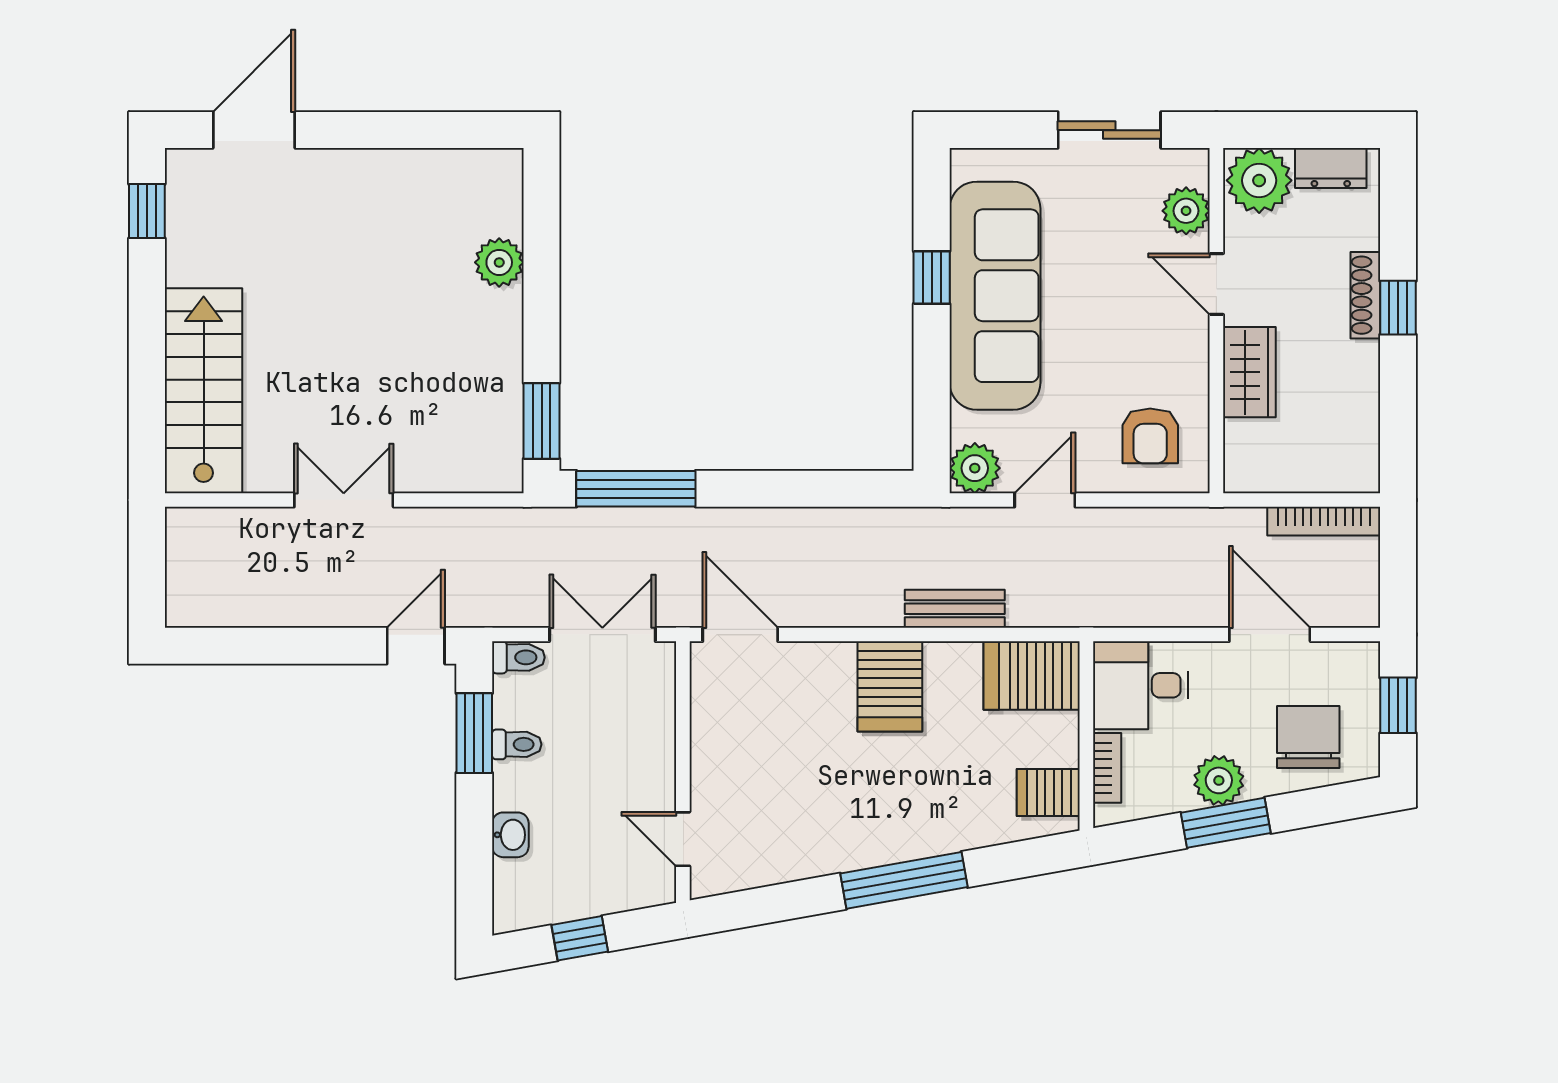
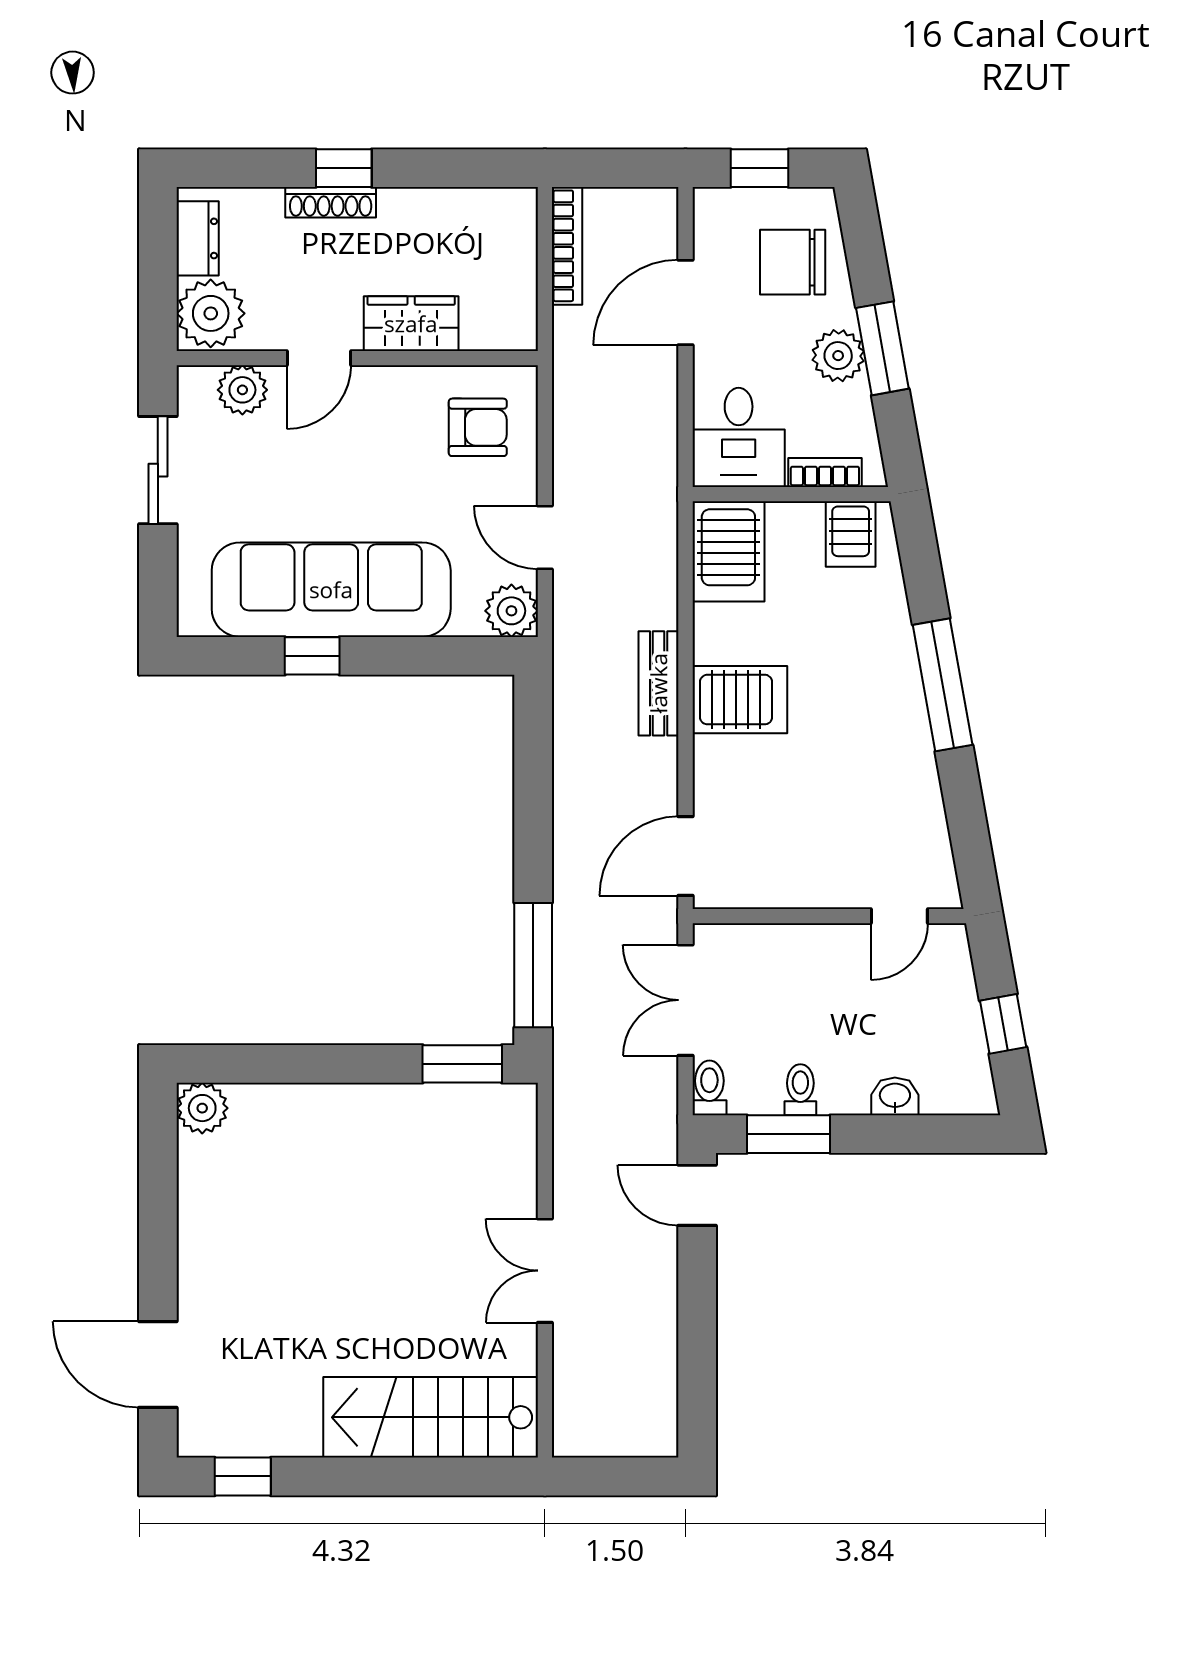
plant: (499, 262) -> (202, 1108), moved
bench: (955, 609) -> (659, 683), moved

